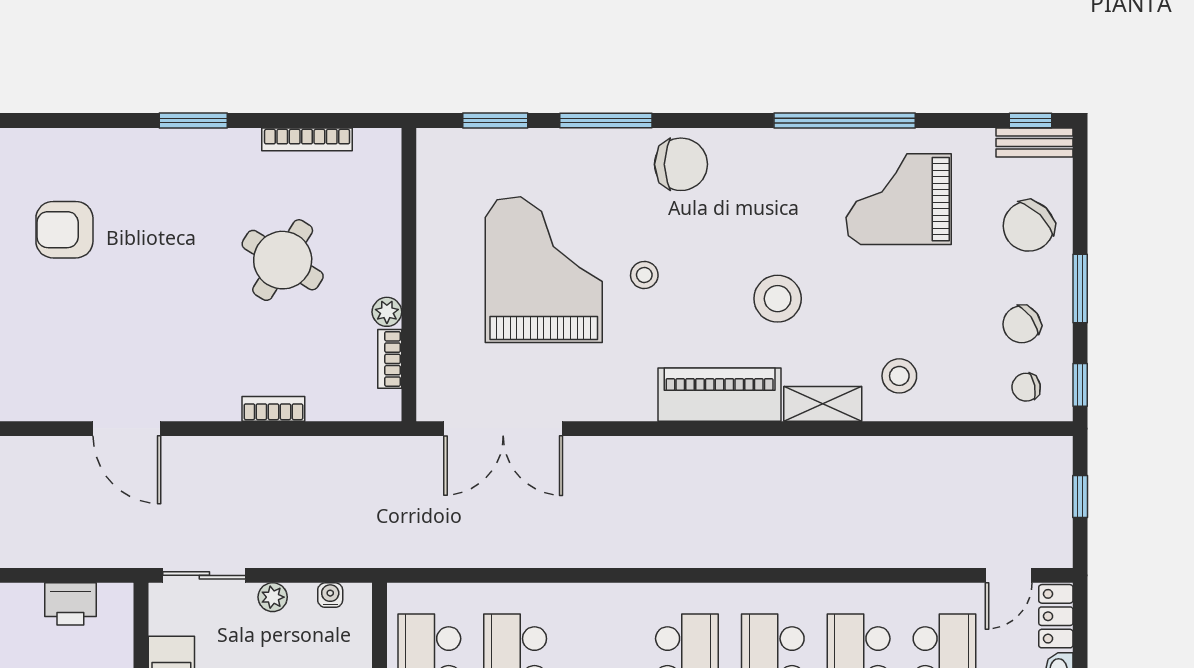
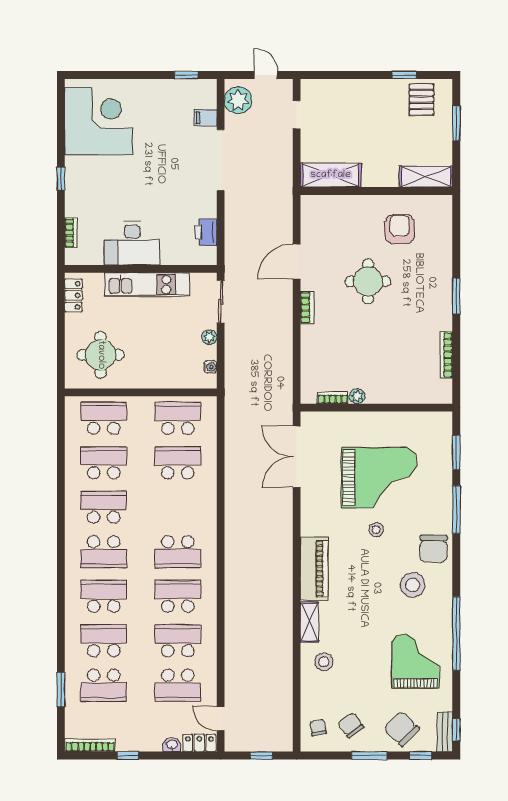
round table: (283, 260) -> (368, 281), moved, turned -32
stool: (778, 299) -> (413, 585), moved
window: (1080, 385) -> (420, 756), moved
bookcase: (273, 409) -> (307, 308), moved

